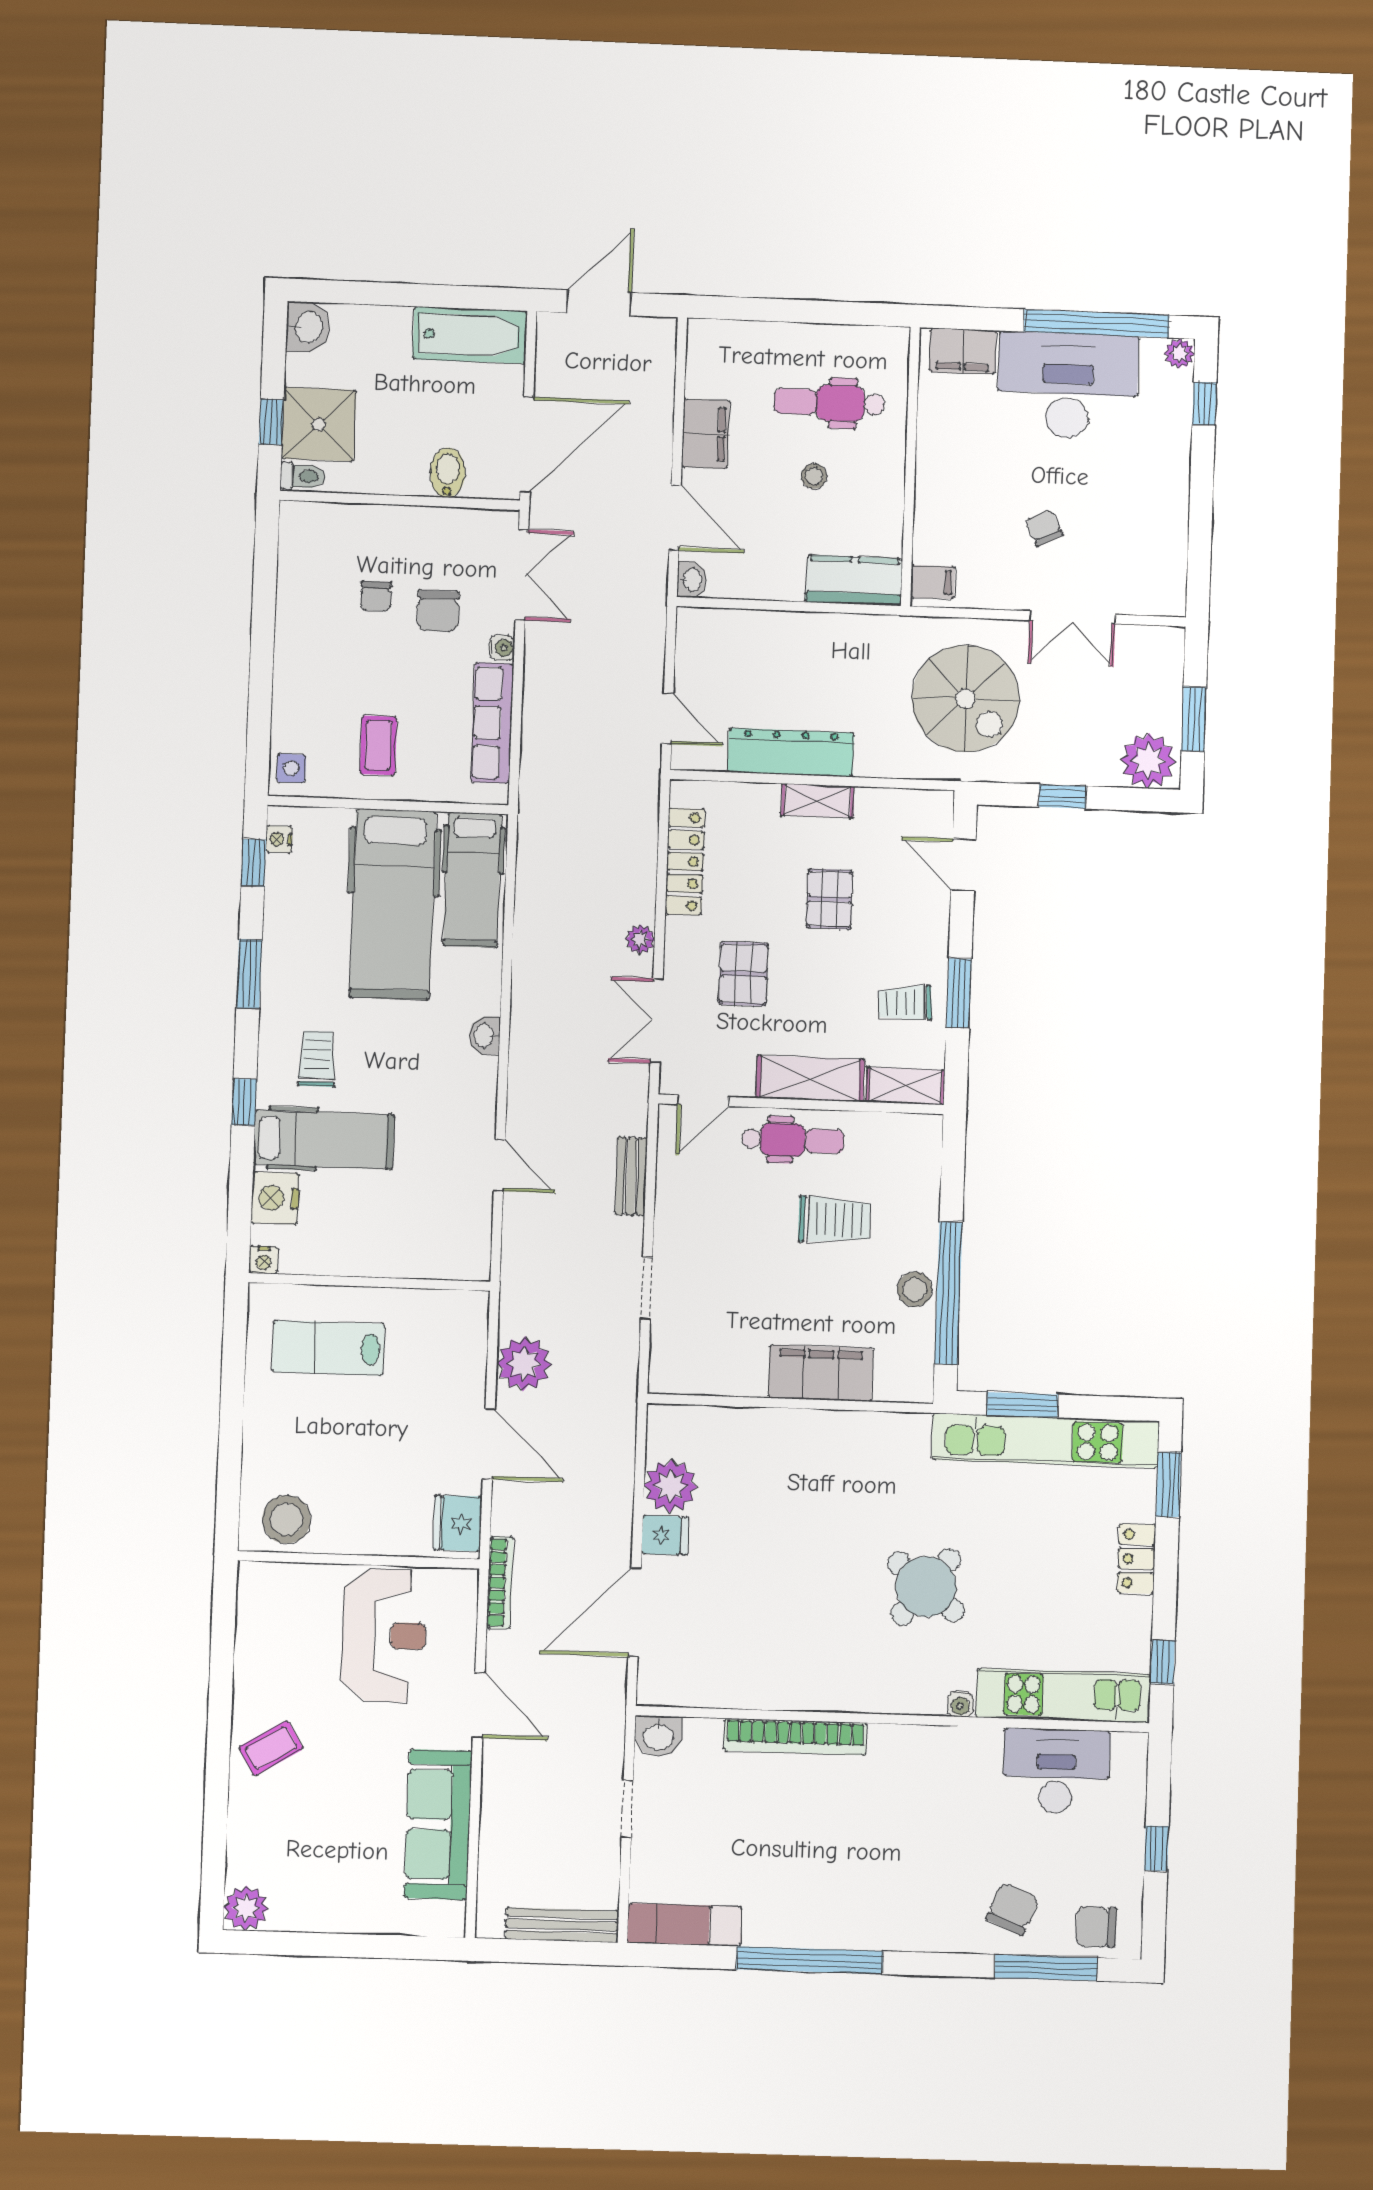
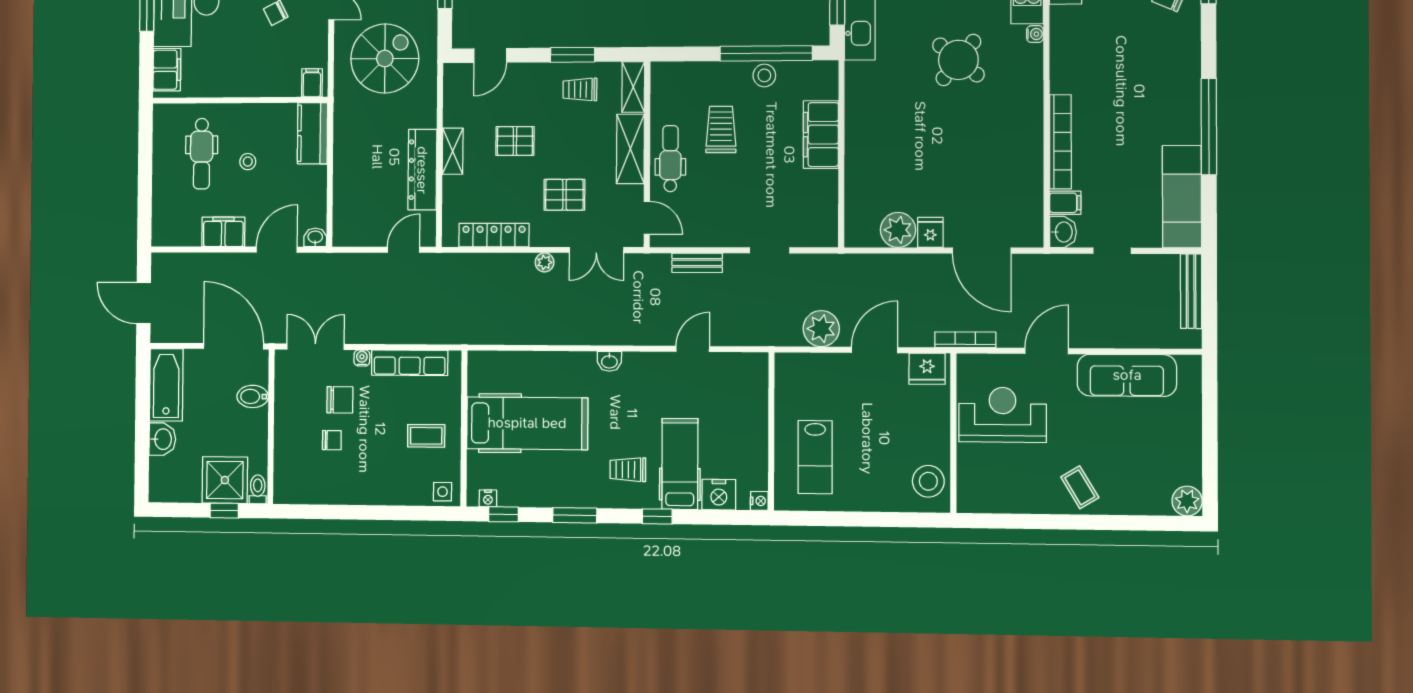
washbasin: (308, 327) -> (162, 439), moved, turned 90
hospital bed: (473, 880) -> (510, 372), removed
trolley: (905, 1003) -> (580, 89), turned 94
filing cabinet: (703, 1741) -> (1065, 203), added
exam couch: (684, 1925) -> (1182, 197), width x1.36, depth x1.45

